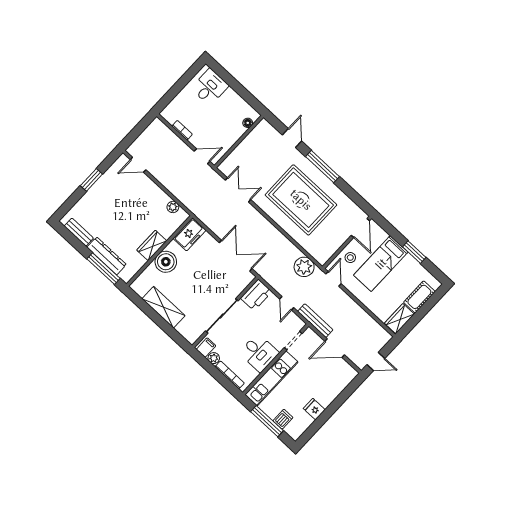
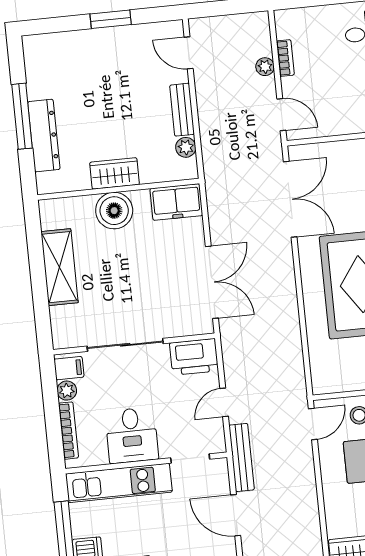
double door: (238, 190) -> (290, 199), width x1.37
bench: (79, 232) -> (182, 110), moved
plant: (304, 267) -> (265, 67), moved, width x0.53, depth x0.53
window: (103, 269) -> (22, 116), moved

